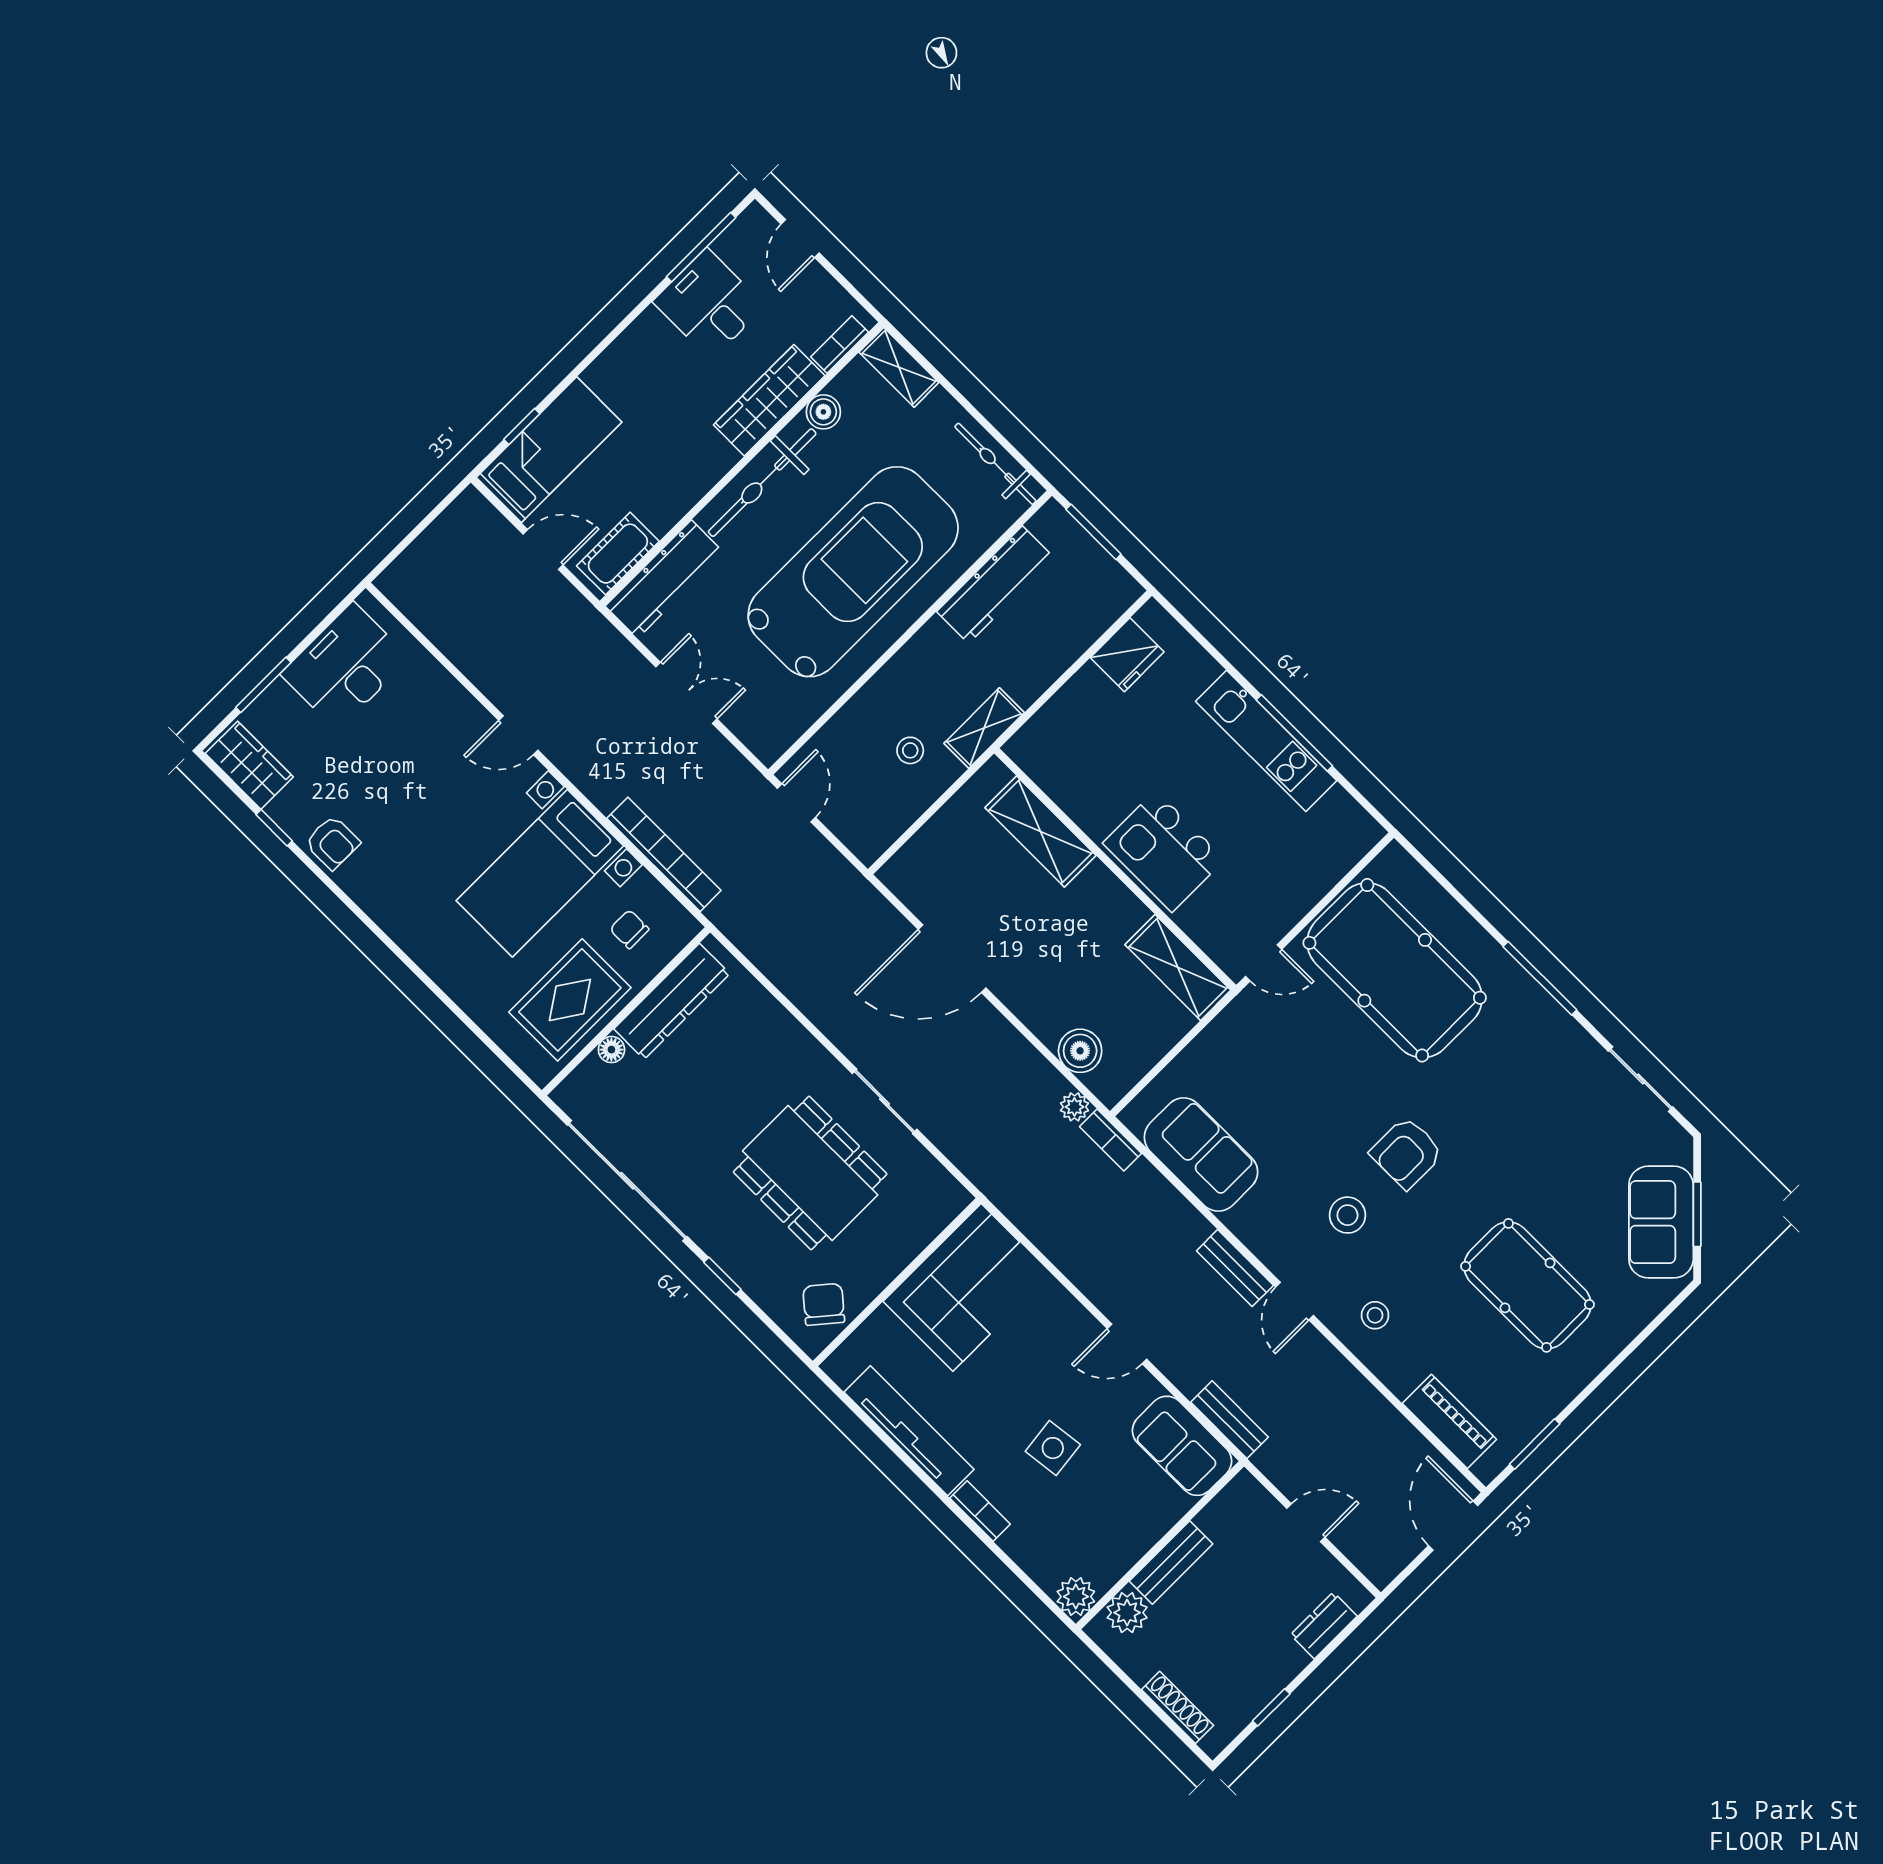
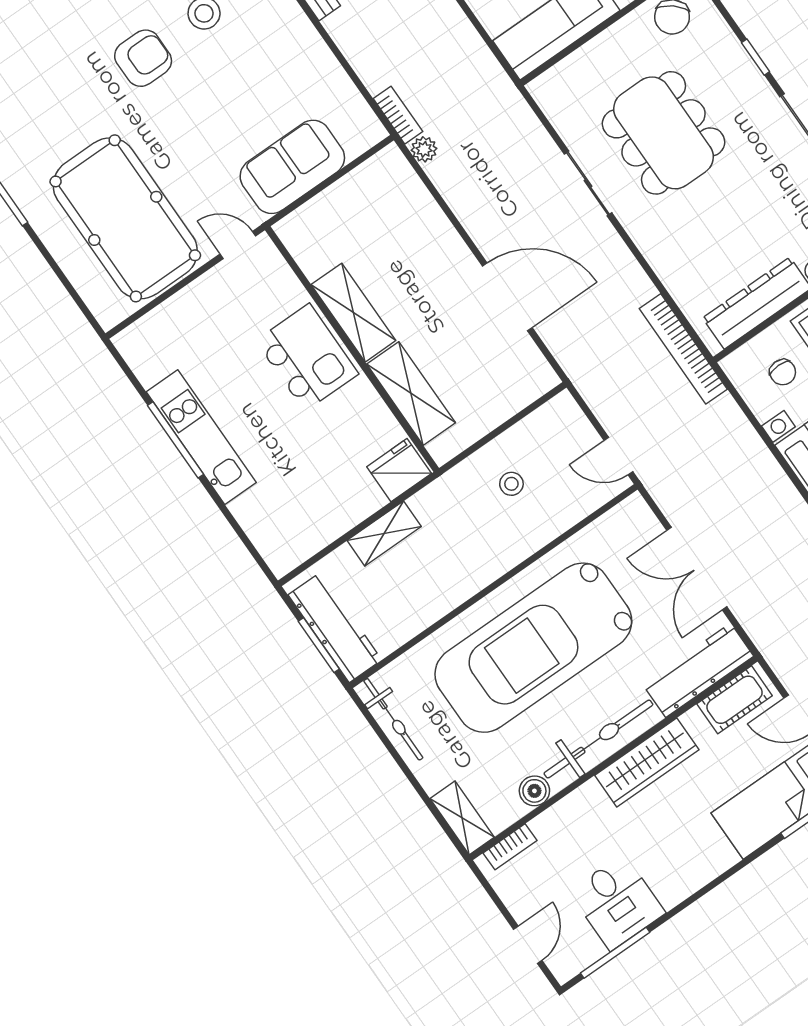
wardrobe: (769, 400) -> (647, 762), moved
workbench: (995, 585) -> (335, 627), moved, turned 90
fridge: (1127, 655) -> (399, 470), moved
double door: (686, 693) -> (697, 568), width x1.37
shelving: (984, 728) -> (384, 533), moved
door: (796, 803) -> (618, 456), hinge flipped
bookcase: (664, 854) -> (683, 349), moved
shelving: (1178, 967) -> (353, 313), moved
boiler: (1080, 1051) -> (411, 197), removed
sofa: (1201, 1155) -> (292, 167), moved, turned 90

